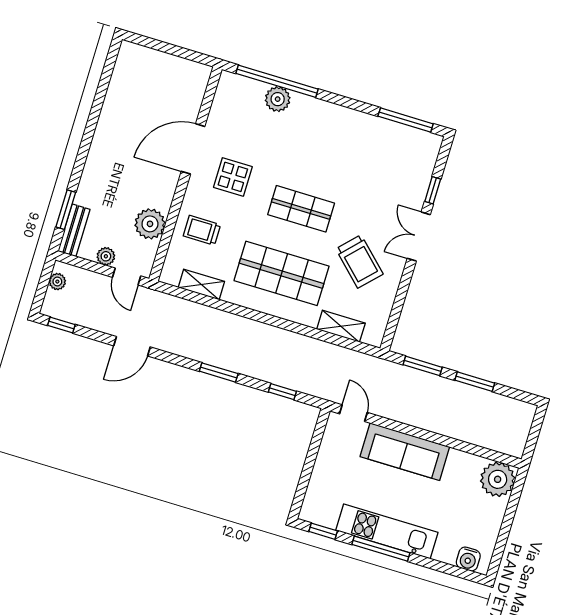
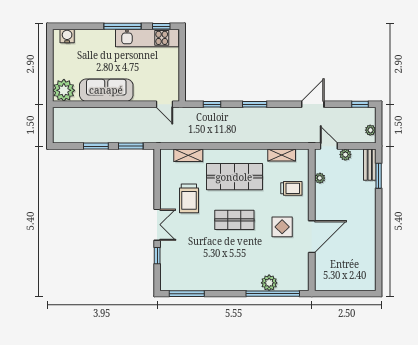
plant: (150, 224) -> (320, 178), width x0.53, depth x0.53
trolley: (359, 261) -> (189, 198), turned -134
sofa: (405, 452) -> (106, 90), moved
kitchen unit: (387, 531) -> (147, 38), moved

